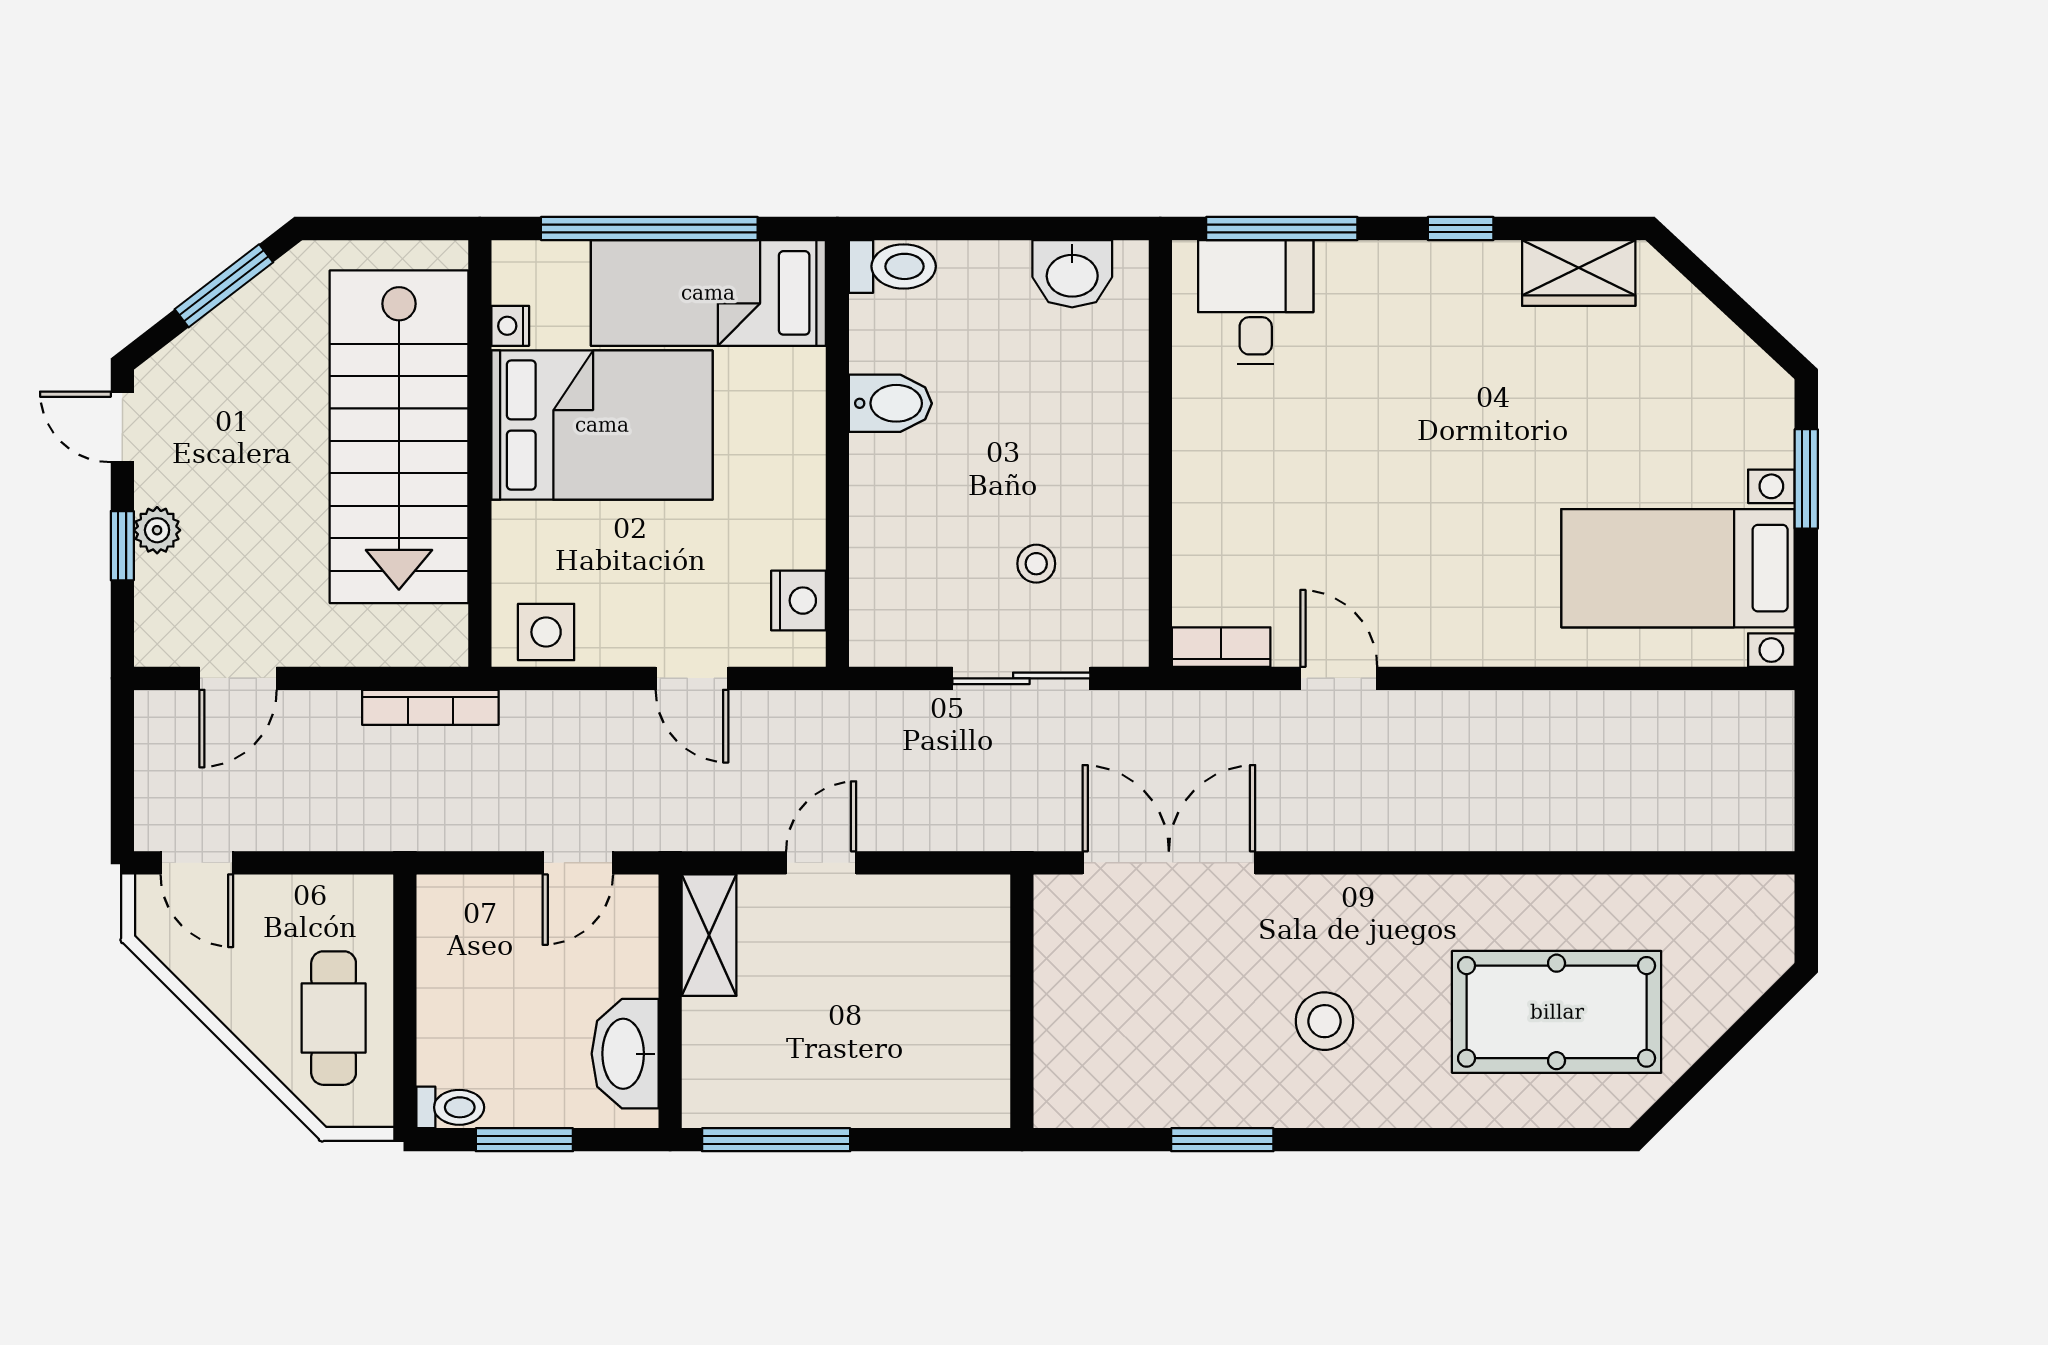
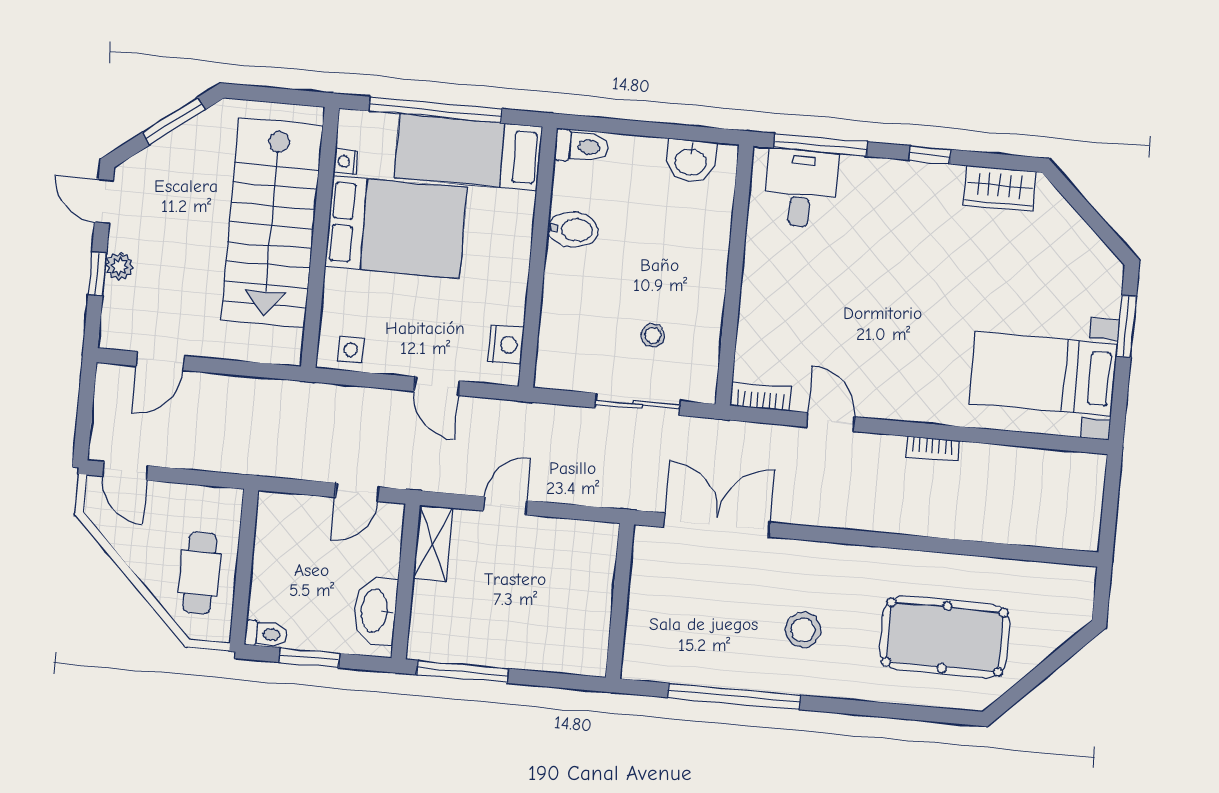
side table: (546, 632) -> (351, 350), width x0.73, depth x0.73
bookcase: (430, 707) -> (932, 449), moved, width x0.64
window: (1222, 1140) -> (734, 696), width x2.11

